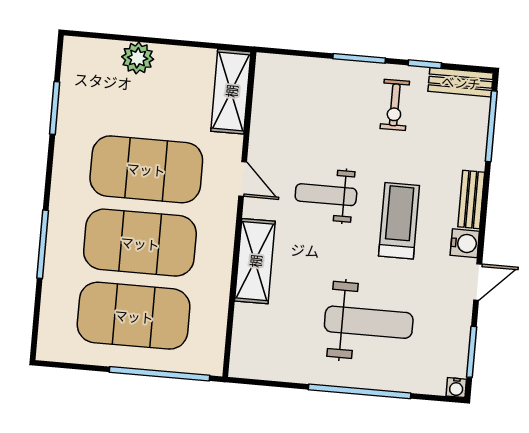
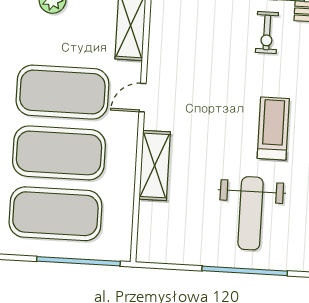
door: (243, 179) -> (142, 98), swing flipped
weight bench: (326, 195) -> (212, 109), removed
weight bench: (369, 322) -> (251, 213), turned 90

